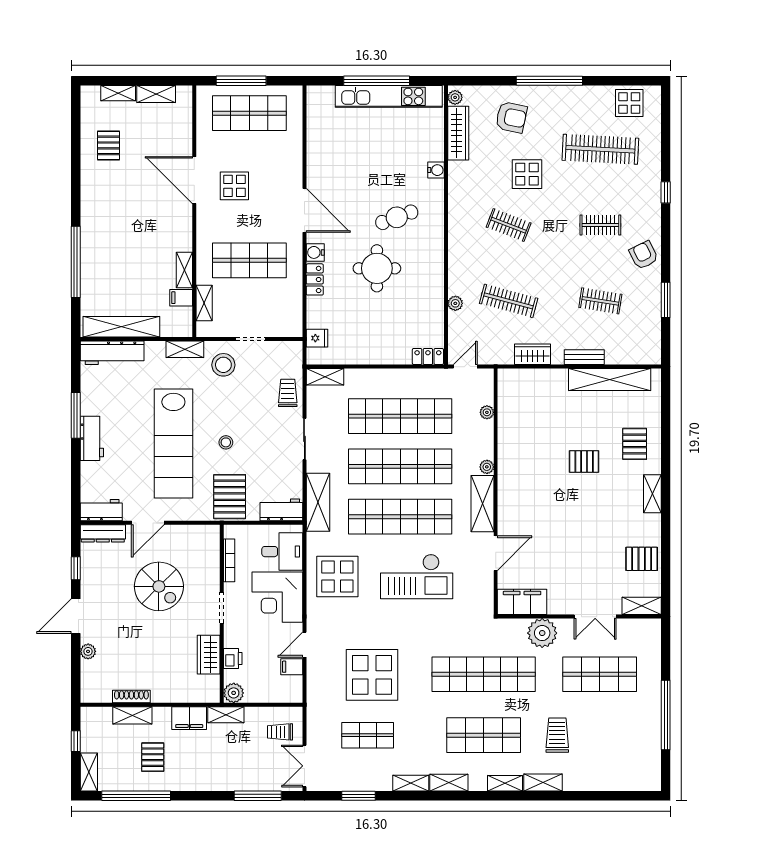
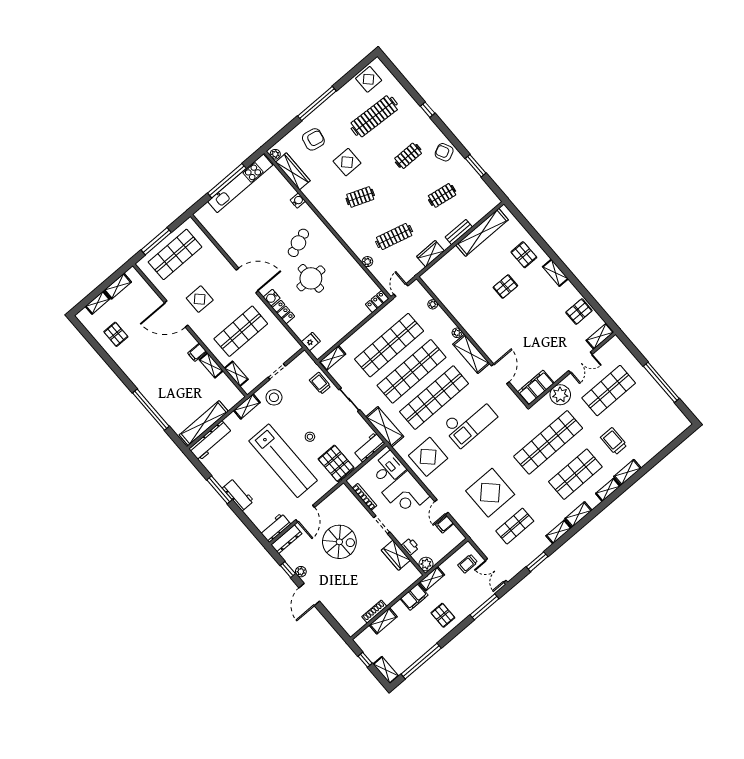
filing cabinet: (181, 298) -> (197, 352), moved
plant: (88, 651) -> (301, 572), moved
pallet: (153, 757) -> (443, 615), moved

